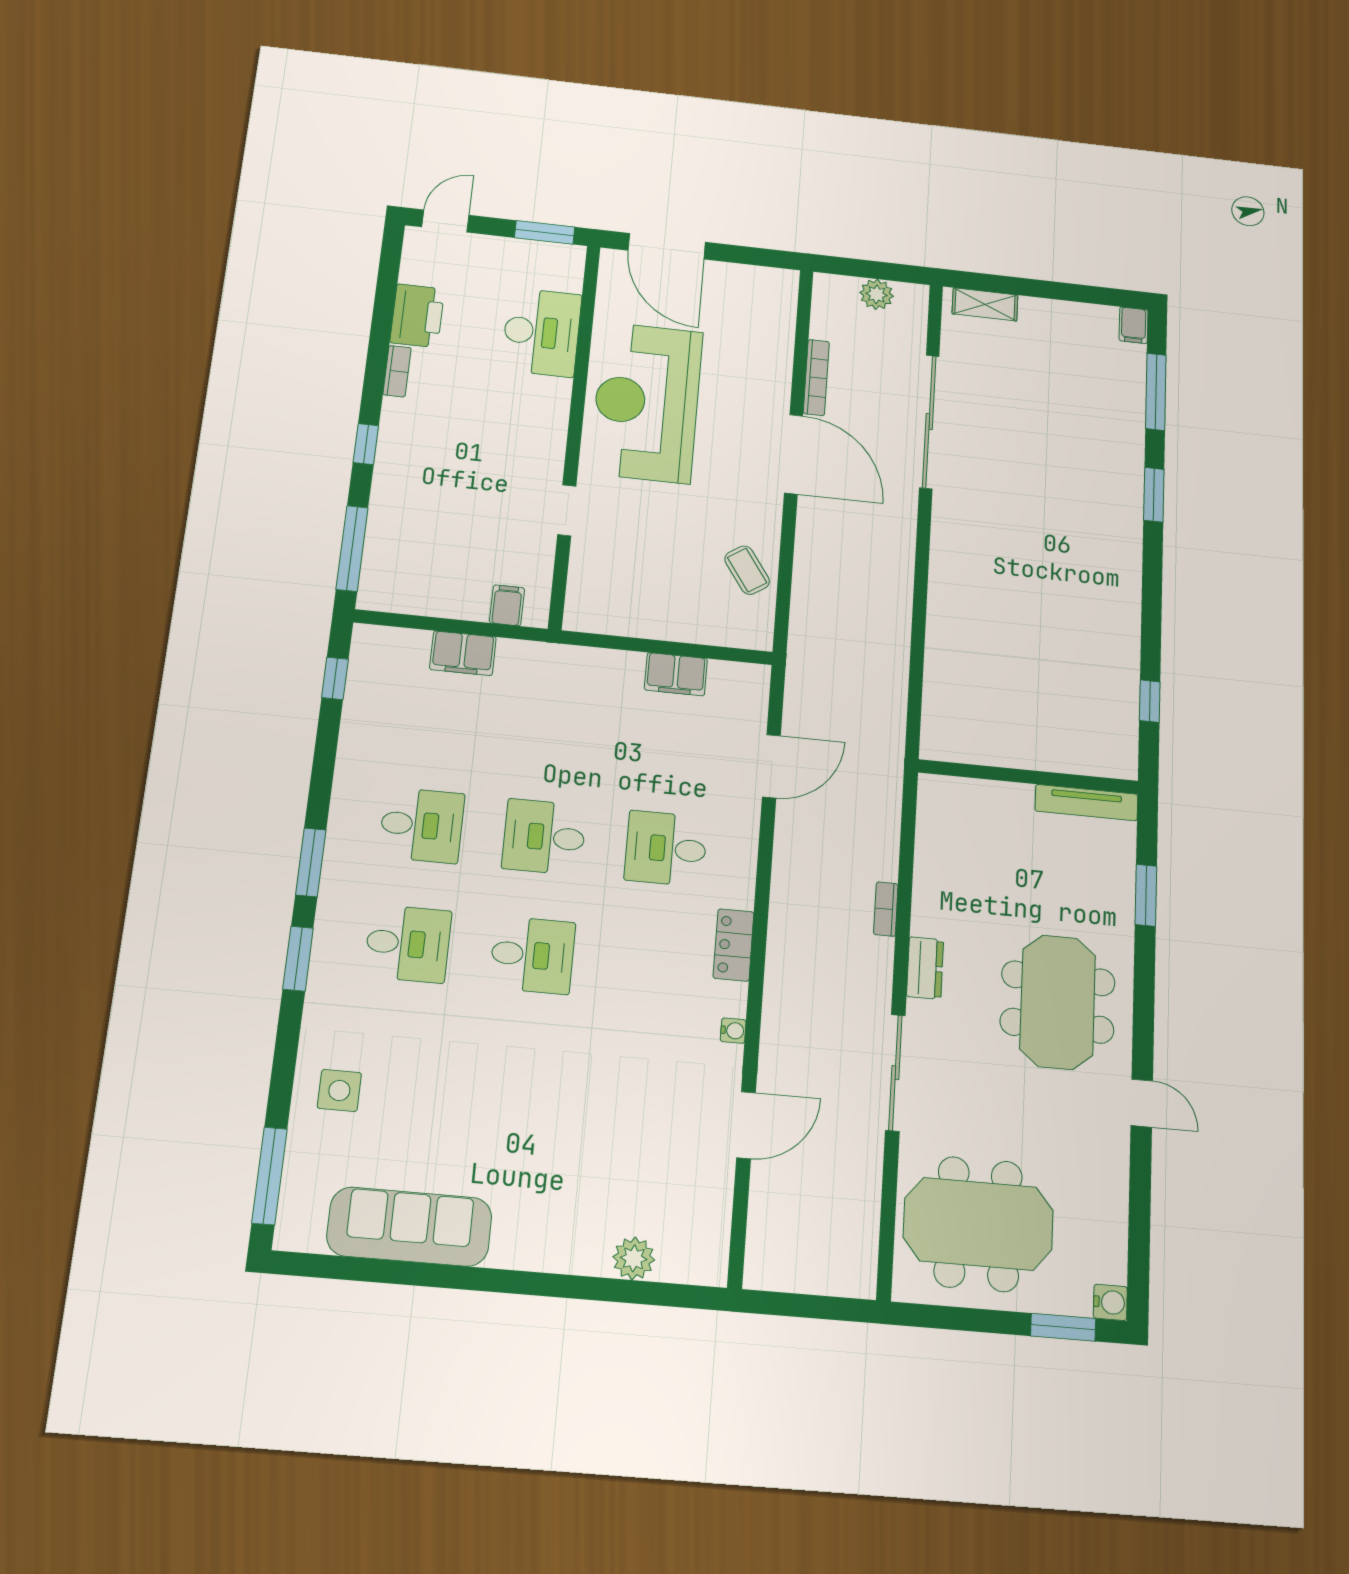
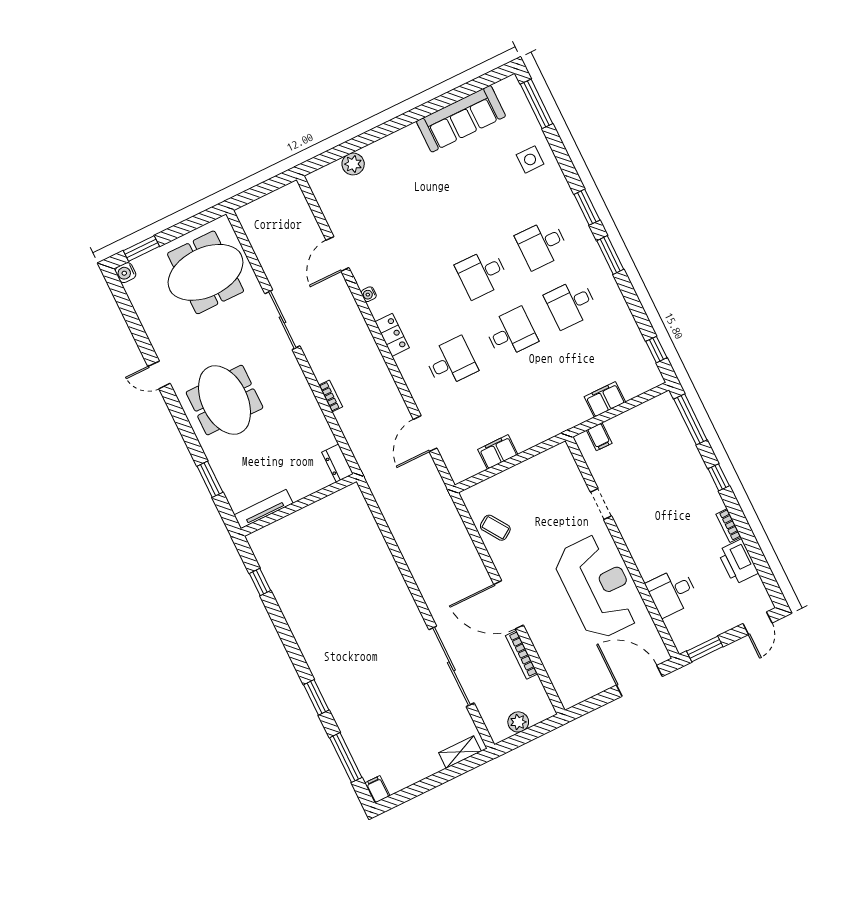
desk: (541, 332) -> (672, 592), width x0.73
dresser: (925, 968) -> (338, 463), moved

